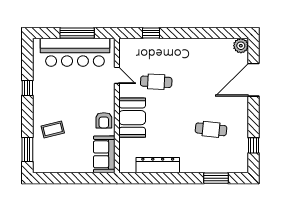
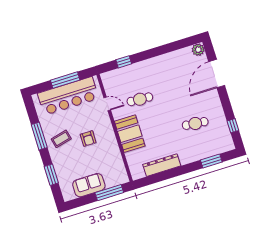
window: (27, 88) -> (39, 136), width x2.17
armchair: (104, 120) -> (88, 139), moved
coffee table: (53, 129) -> (61, 139), moved
window: (27, 150) -> (51, 175), moved
sofa: (104, 154) -> (89, 185), moved, turned 90
window: (88, 178) -> (109, 193), added

